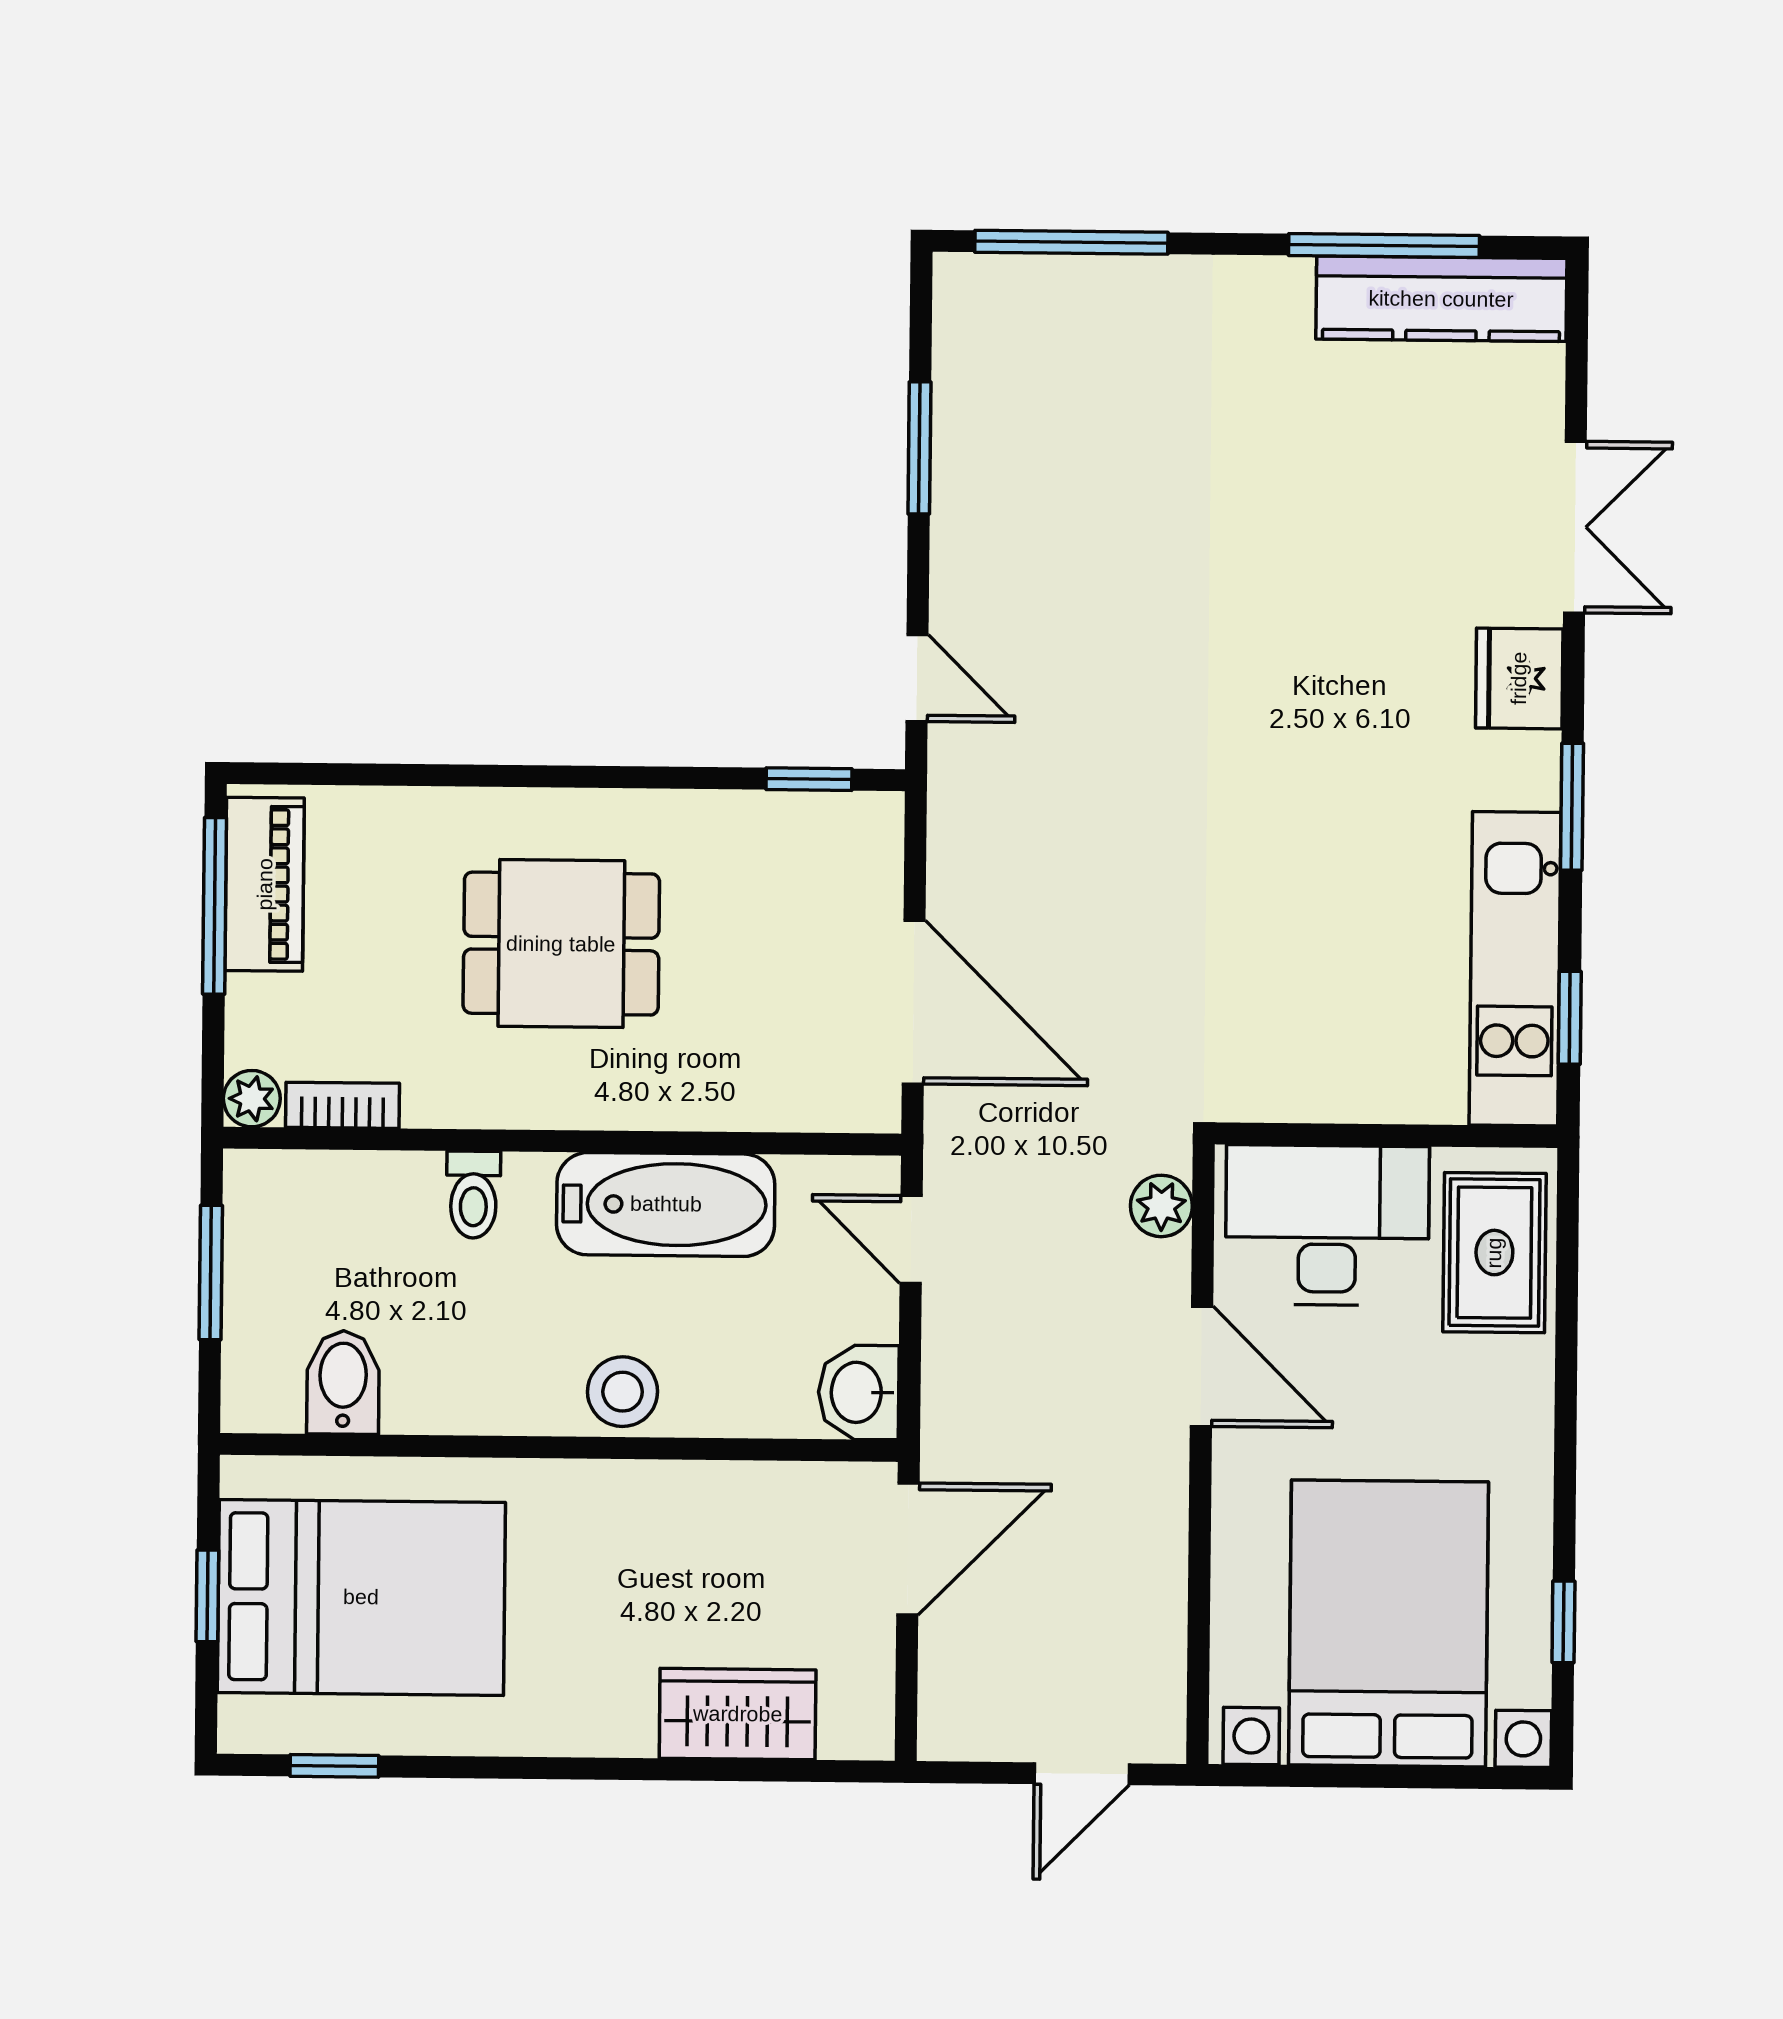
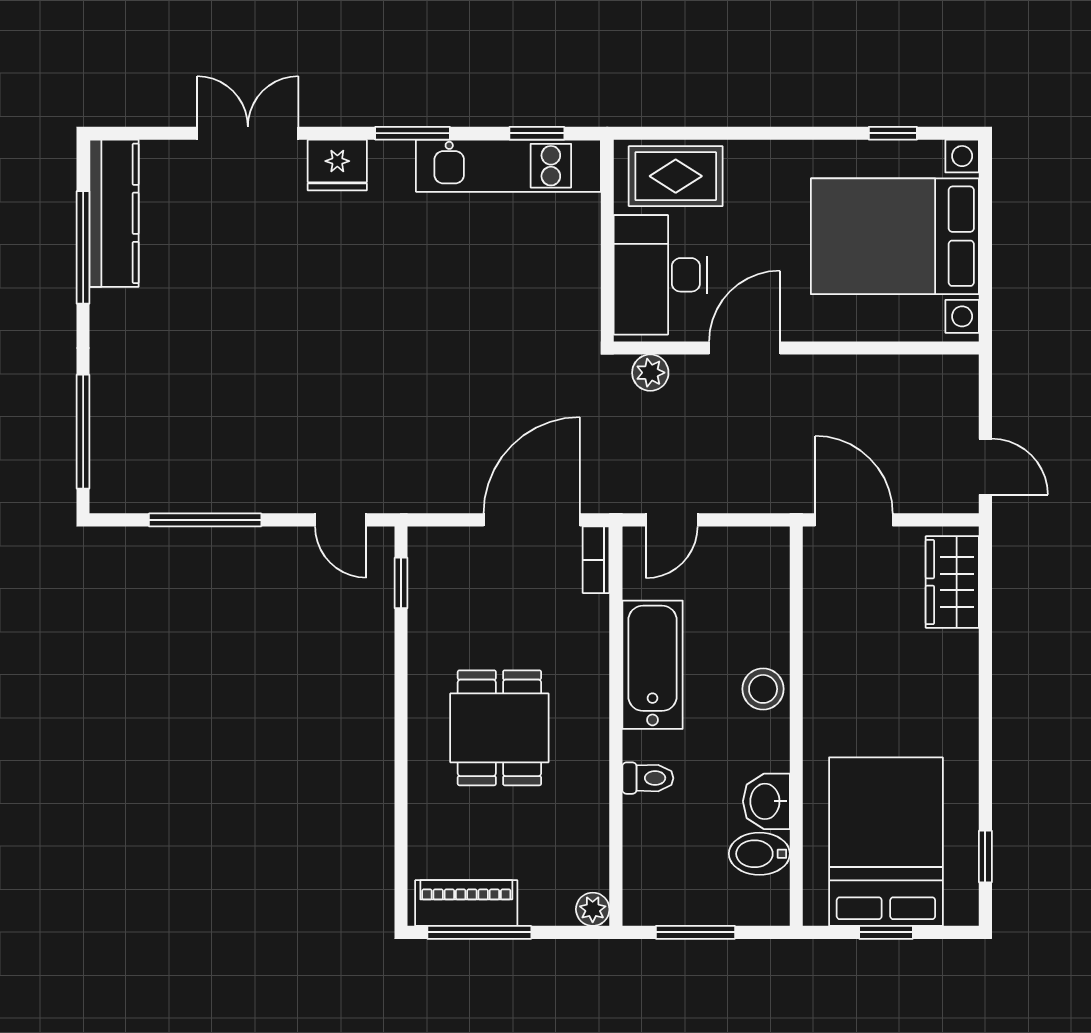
window: (919, 448) -> (205, 520), width x1.44
door: (917, 678) -> (341, 520), swing flipped
bookcase: (343, 1105) -> (596, 560), moved
washbasin: (859, 1392) -> (766, 801), moved, turned 90
wardrobe: (738, 1714) -> (952, 582), moved
door: (1082, 1774) -> (985, 467), moved

